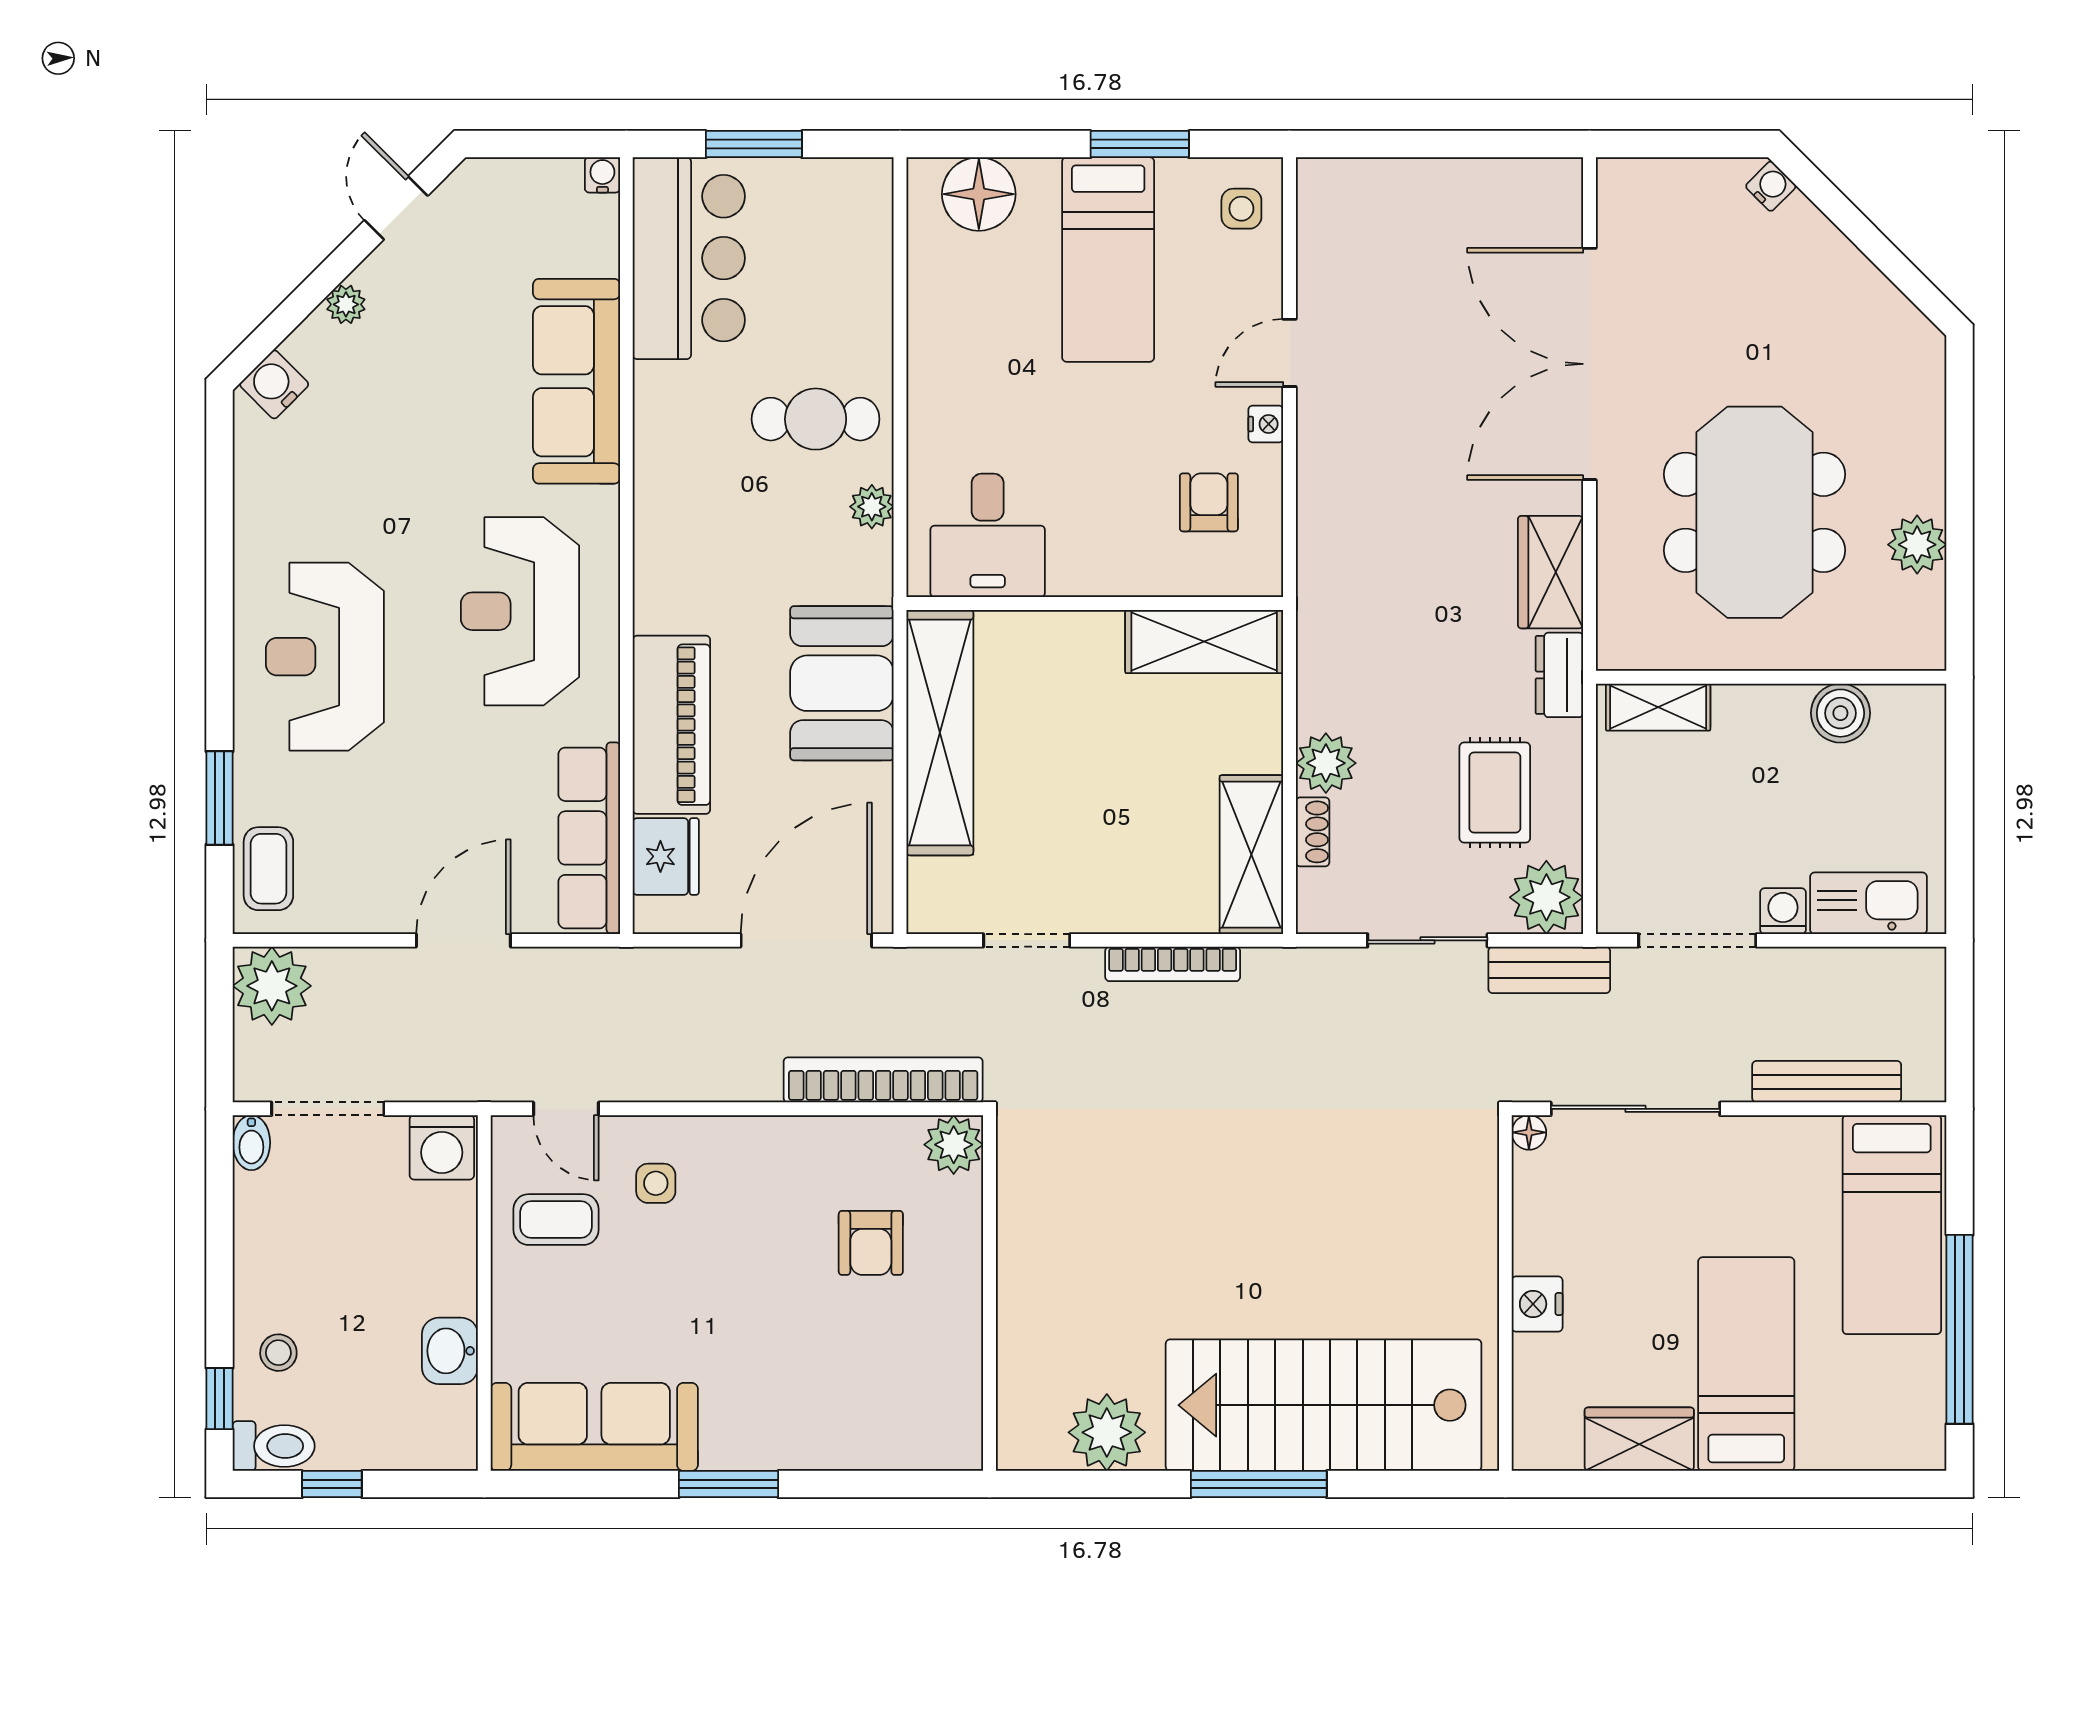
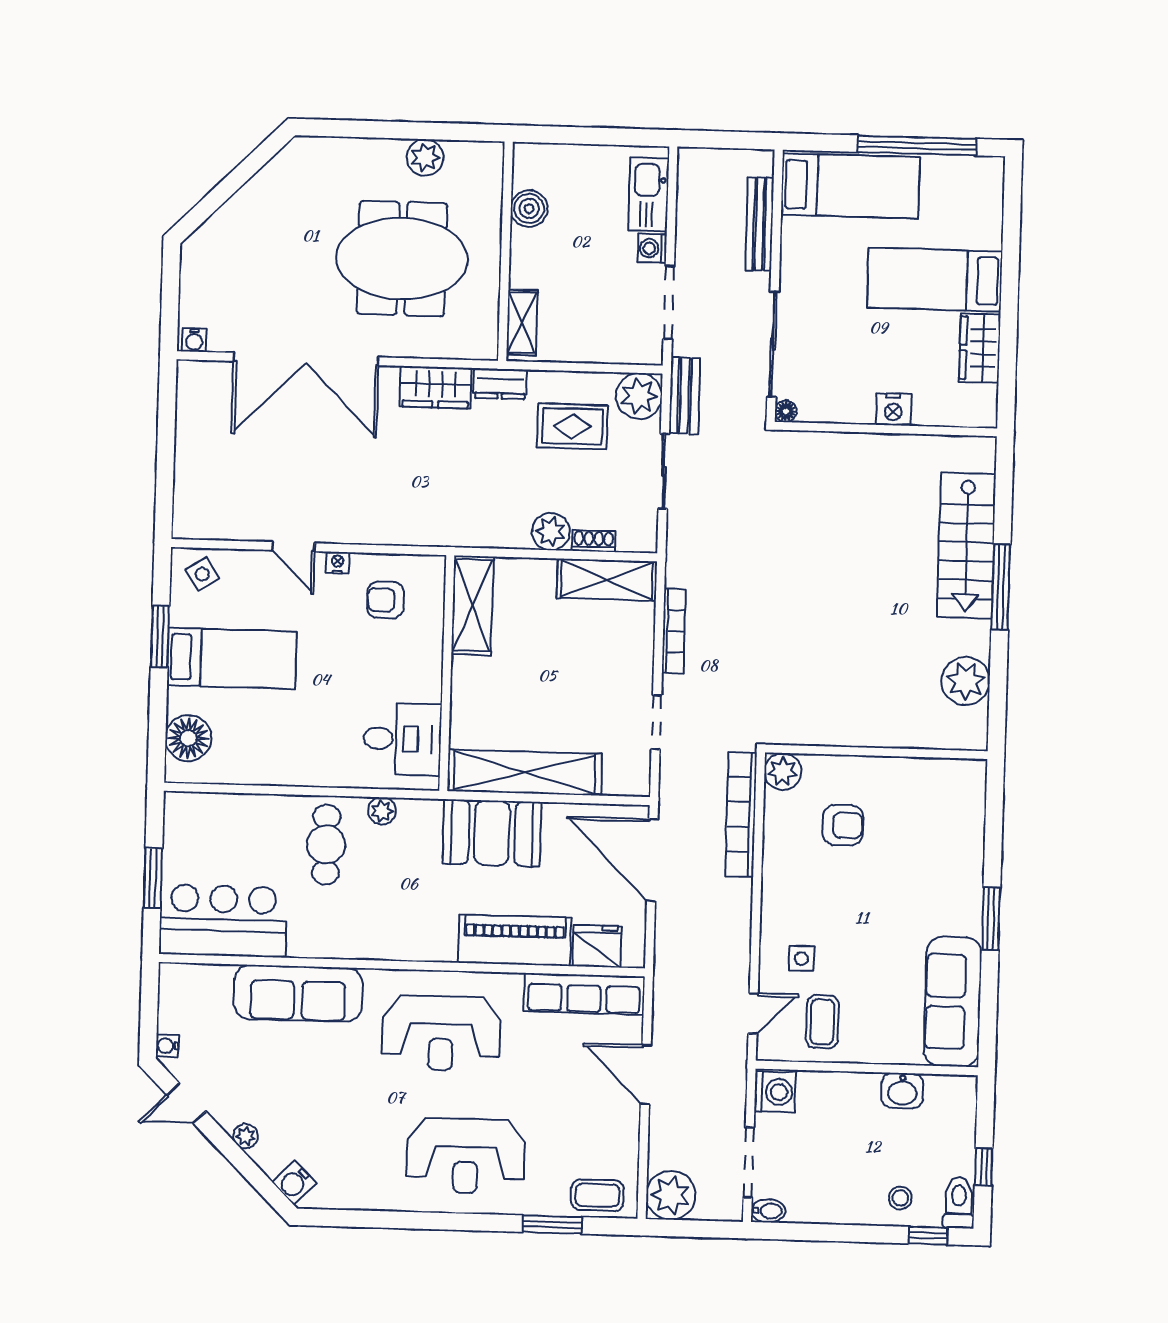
water cooler: (602, 175) -> (167, 1046), moved
water cooler: (1771, 186) -> (194, 340), moved, turned -135
side table: (1241, 209) -> (202, 574), turned -33
stairs: (1324, 1405) -> (966, 545), width x0.73, depth x0.66

